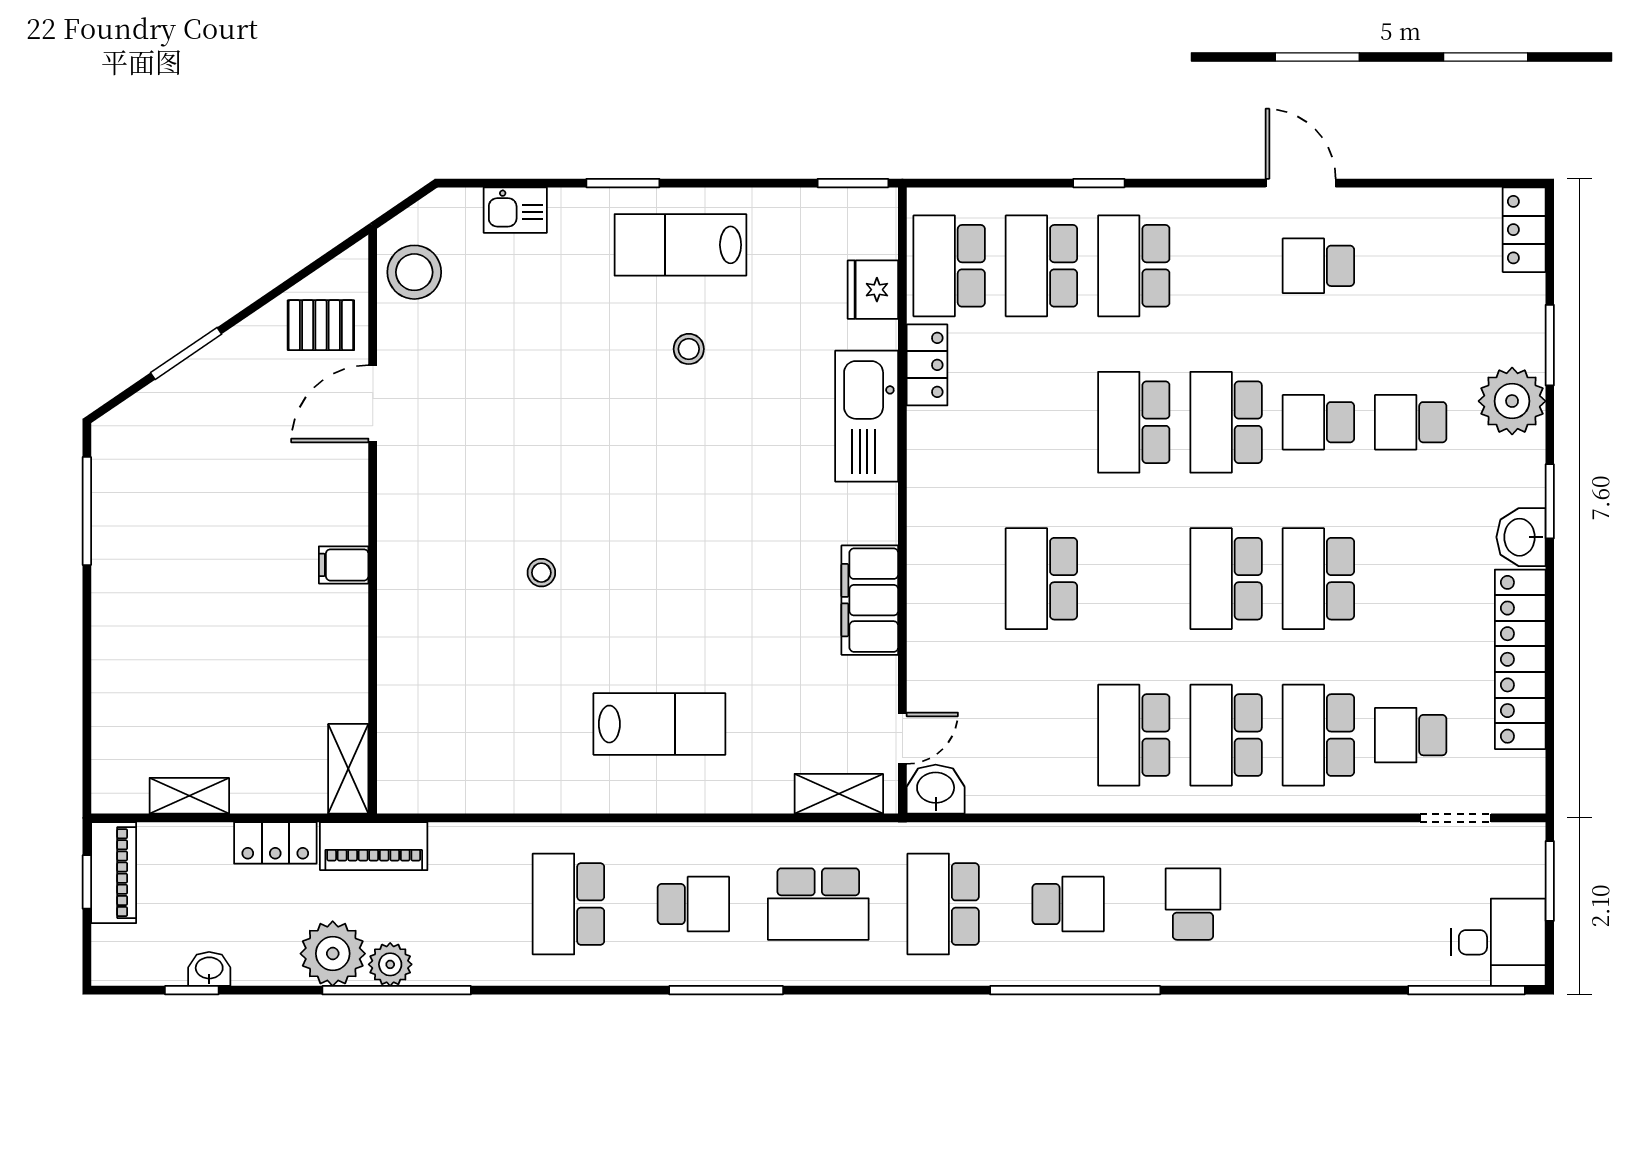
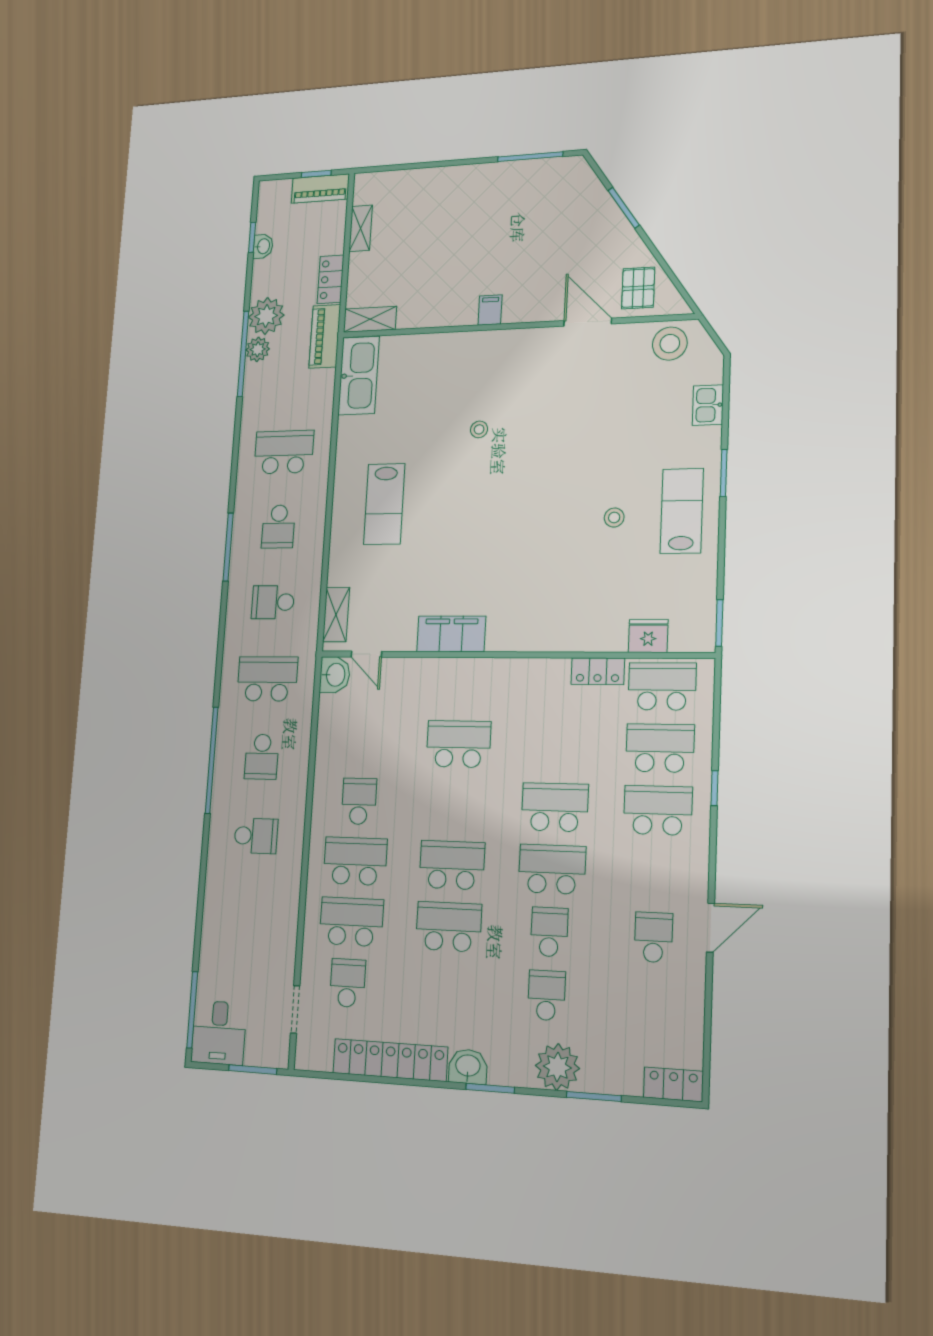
kitchen sink: (867, 416) -> (359, 376), moved, turned 90
school desk: (1134, 735) -> (359, 801), width x0.54
school desk: (818, 904) -> (273, 602), width x0.54

